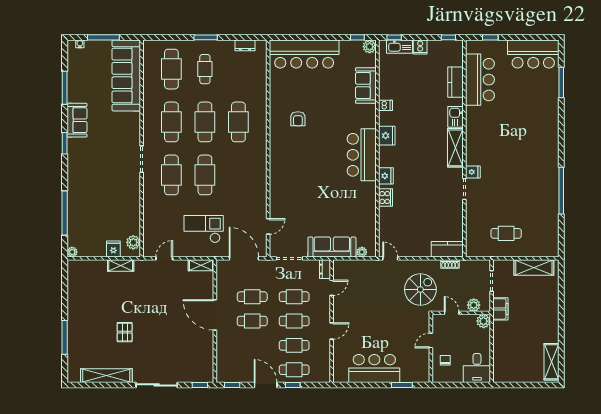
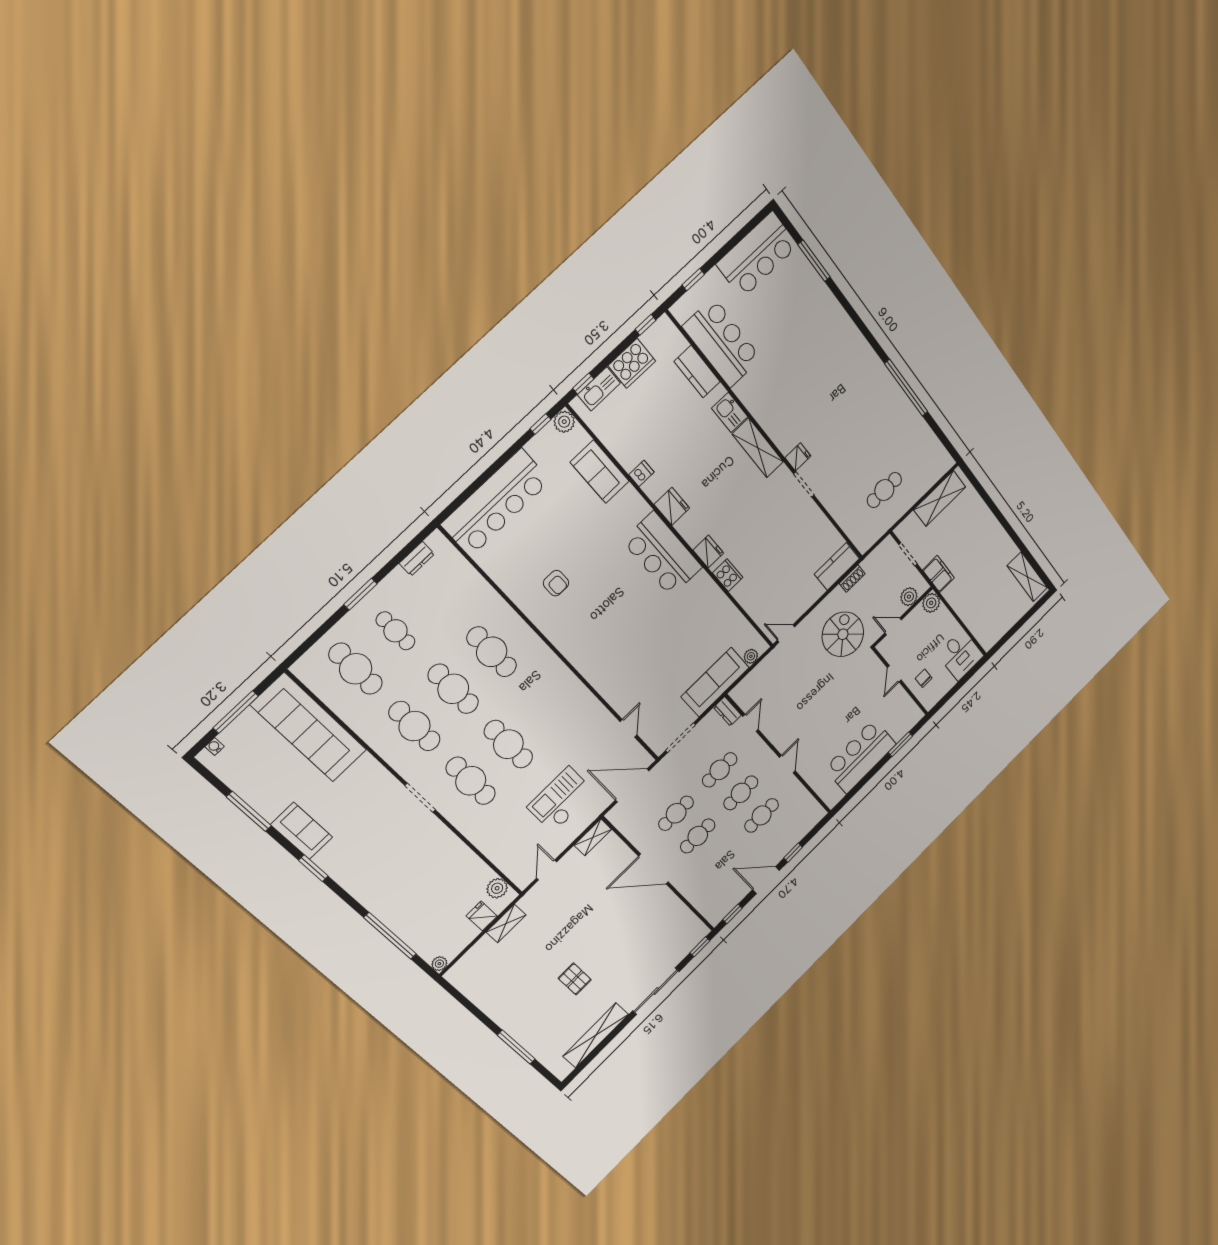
cooker: (420, 47) -> (632, 363), width x1.87, depth x1.31
cafe table: (294, 370) -> (782, 838), removed

